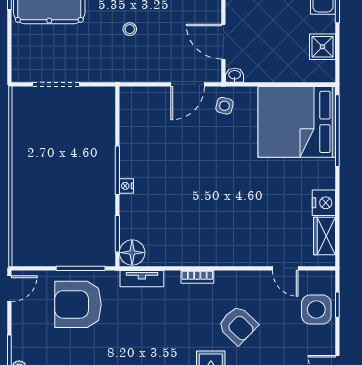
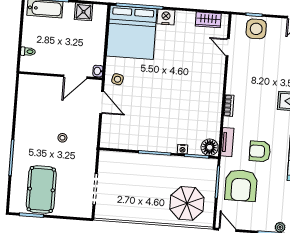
nightstand: (126, 186) -> (183, 149), moved
nightstand: (324, 203) -> (166, 17), moved
parasol: (45, 225) -> (187, 203), added
door: (285, 268) -> (228, 47), swing flipped
armchair: (238, 325) -> (260, 151), moved, turned -134

